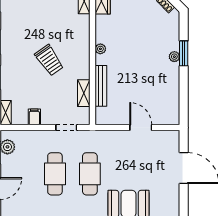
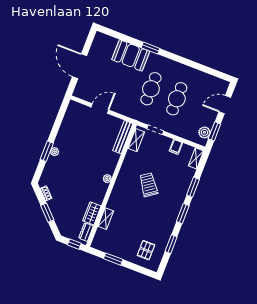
bench: (101, 86) -> (123, 137), moved
shelving: (84, 93) -> (136, 140), moved
door: (141, 128) -> (100, 109), swing flipped

